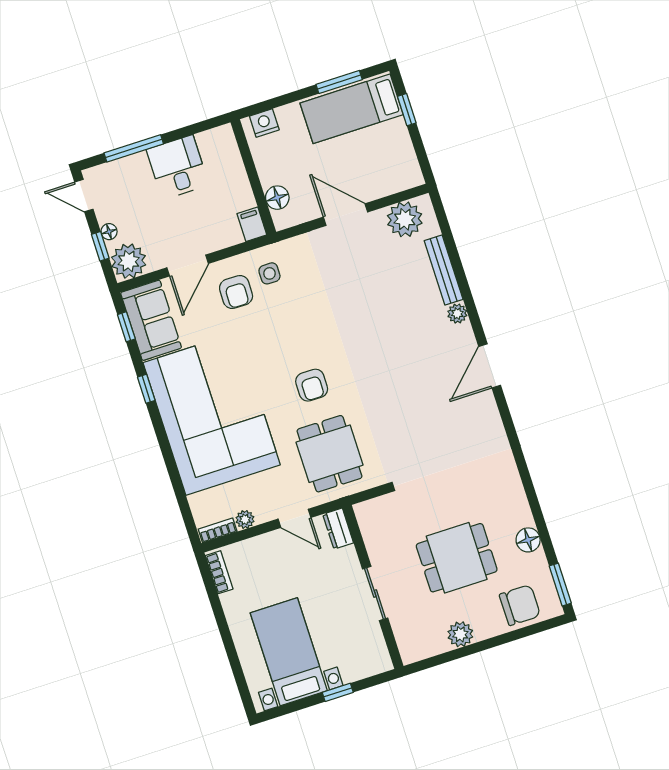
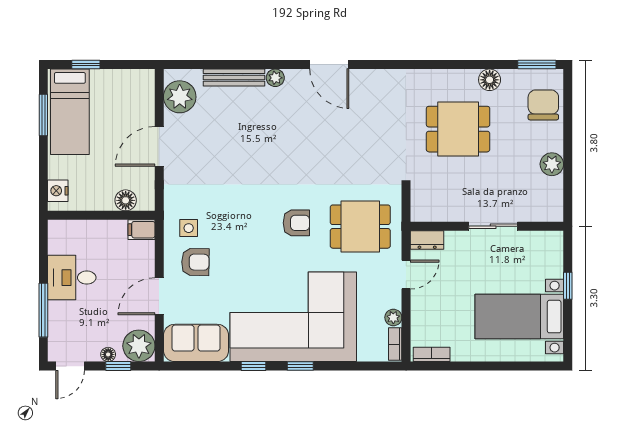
door: (188, 266) -> (159, 296), swing flipped
window: (126, 327) -> (300, 366), moved
dining table: (457, 558) -> (458, 129), moved, turned 90

